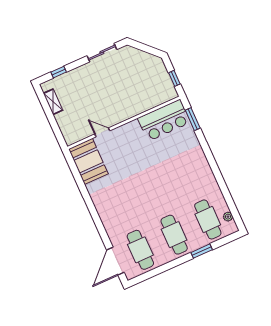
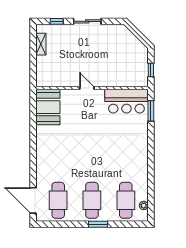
sliding door: (102, 53) -> (87, 21), moved
door: (102, 132) -> (87, 88), moved
window: (202, 251) -> (98, 224), moved
door: (115, 261) -> (33, 200), hinge flipped

